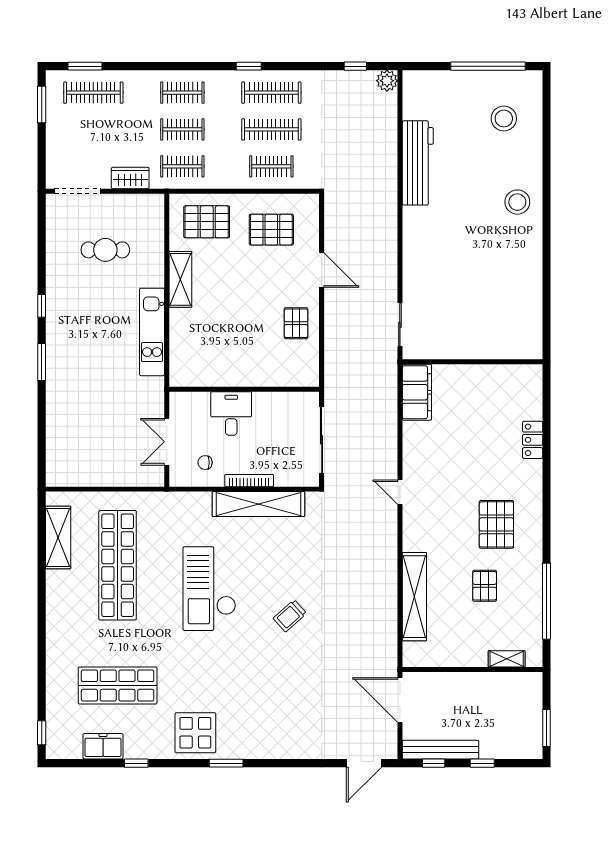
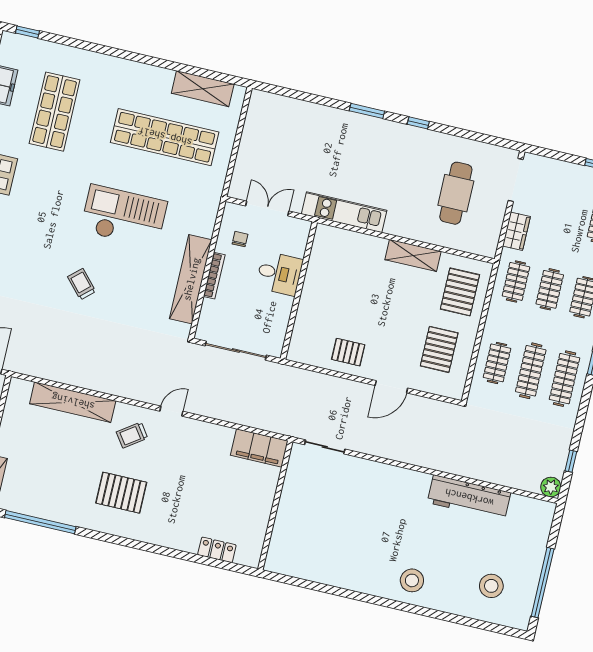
cafe table: (105, 250) -> (456, 193), width x1.37, depth x1.35
kitchen unit: (152, 332) -> (344, 212), moved
locker: (533, 440) -> (217, 550), moved
trolley: (434, 527) -> (132, 435), added
pallet: (485, 586) -> (68, 469), removed

